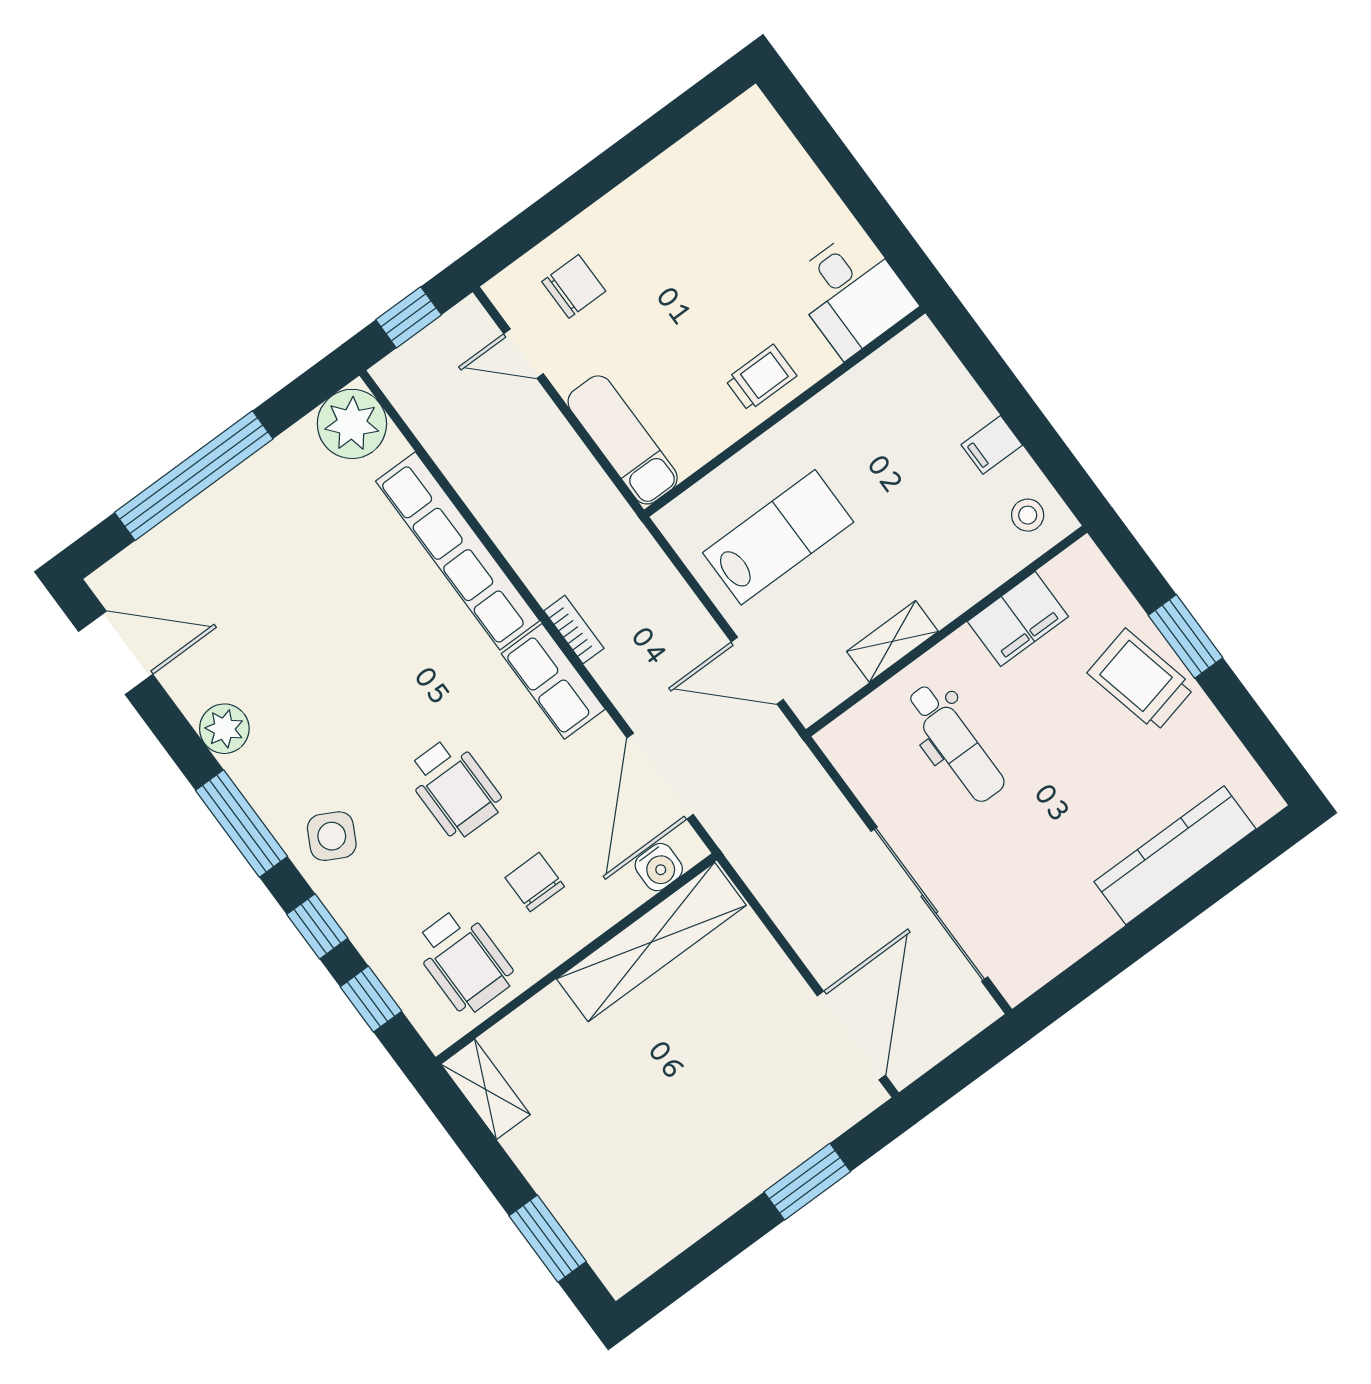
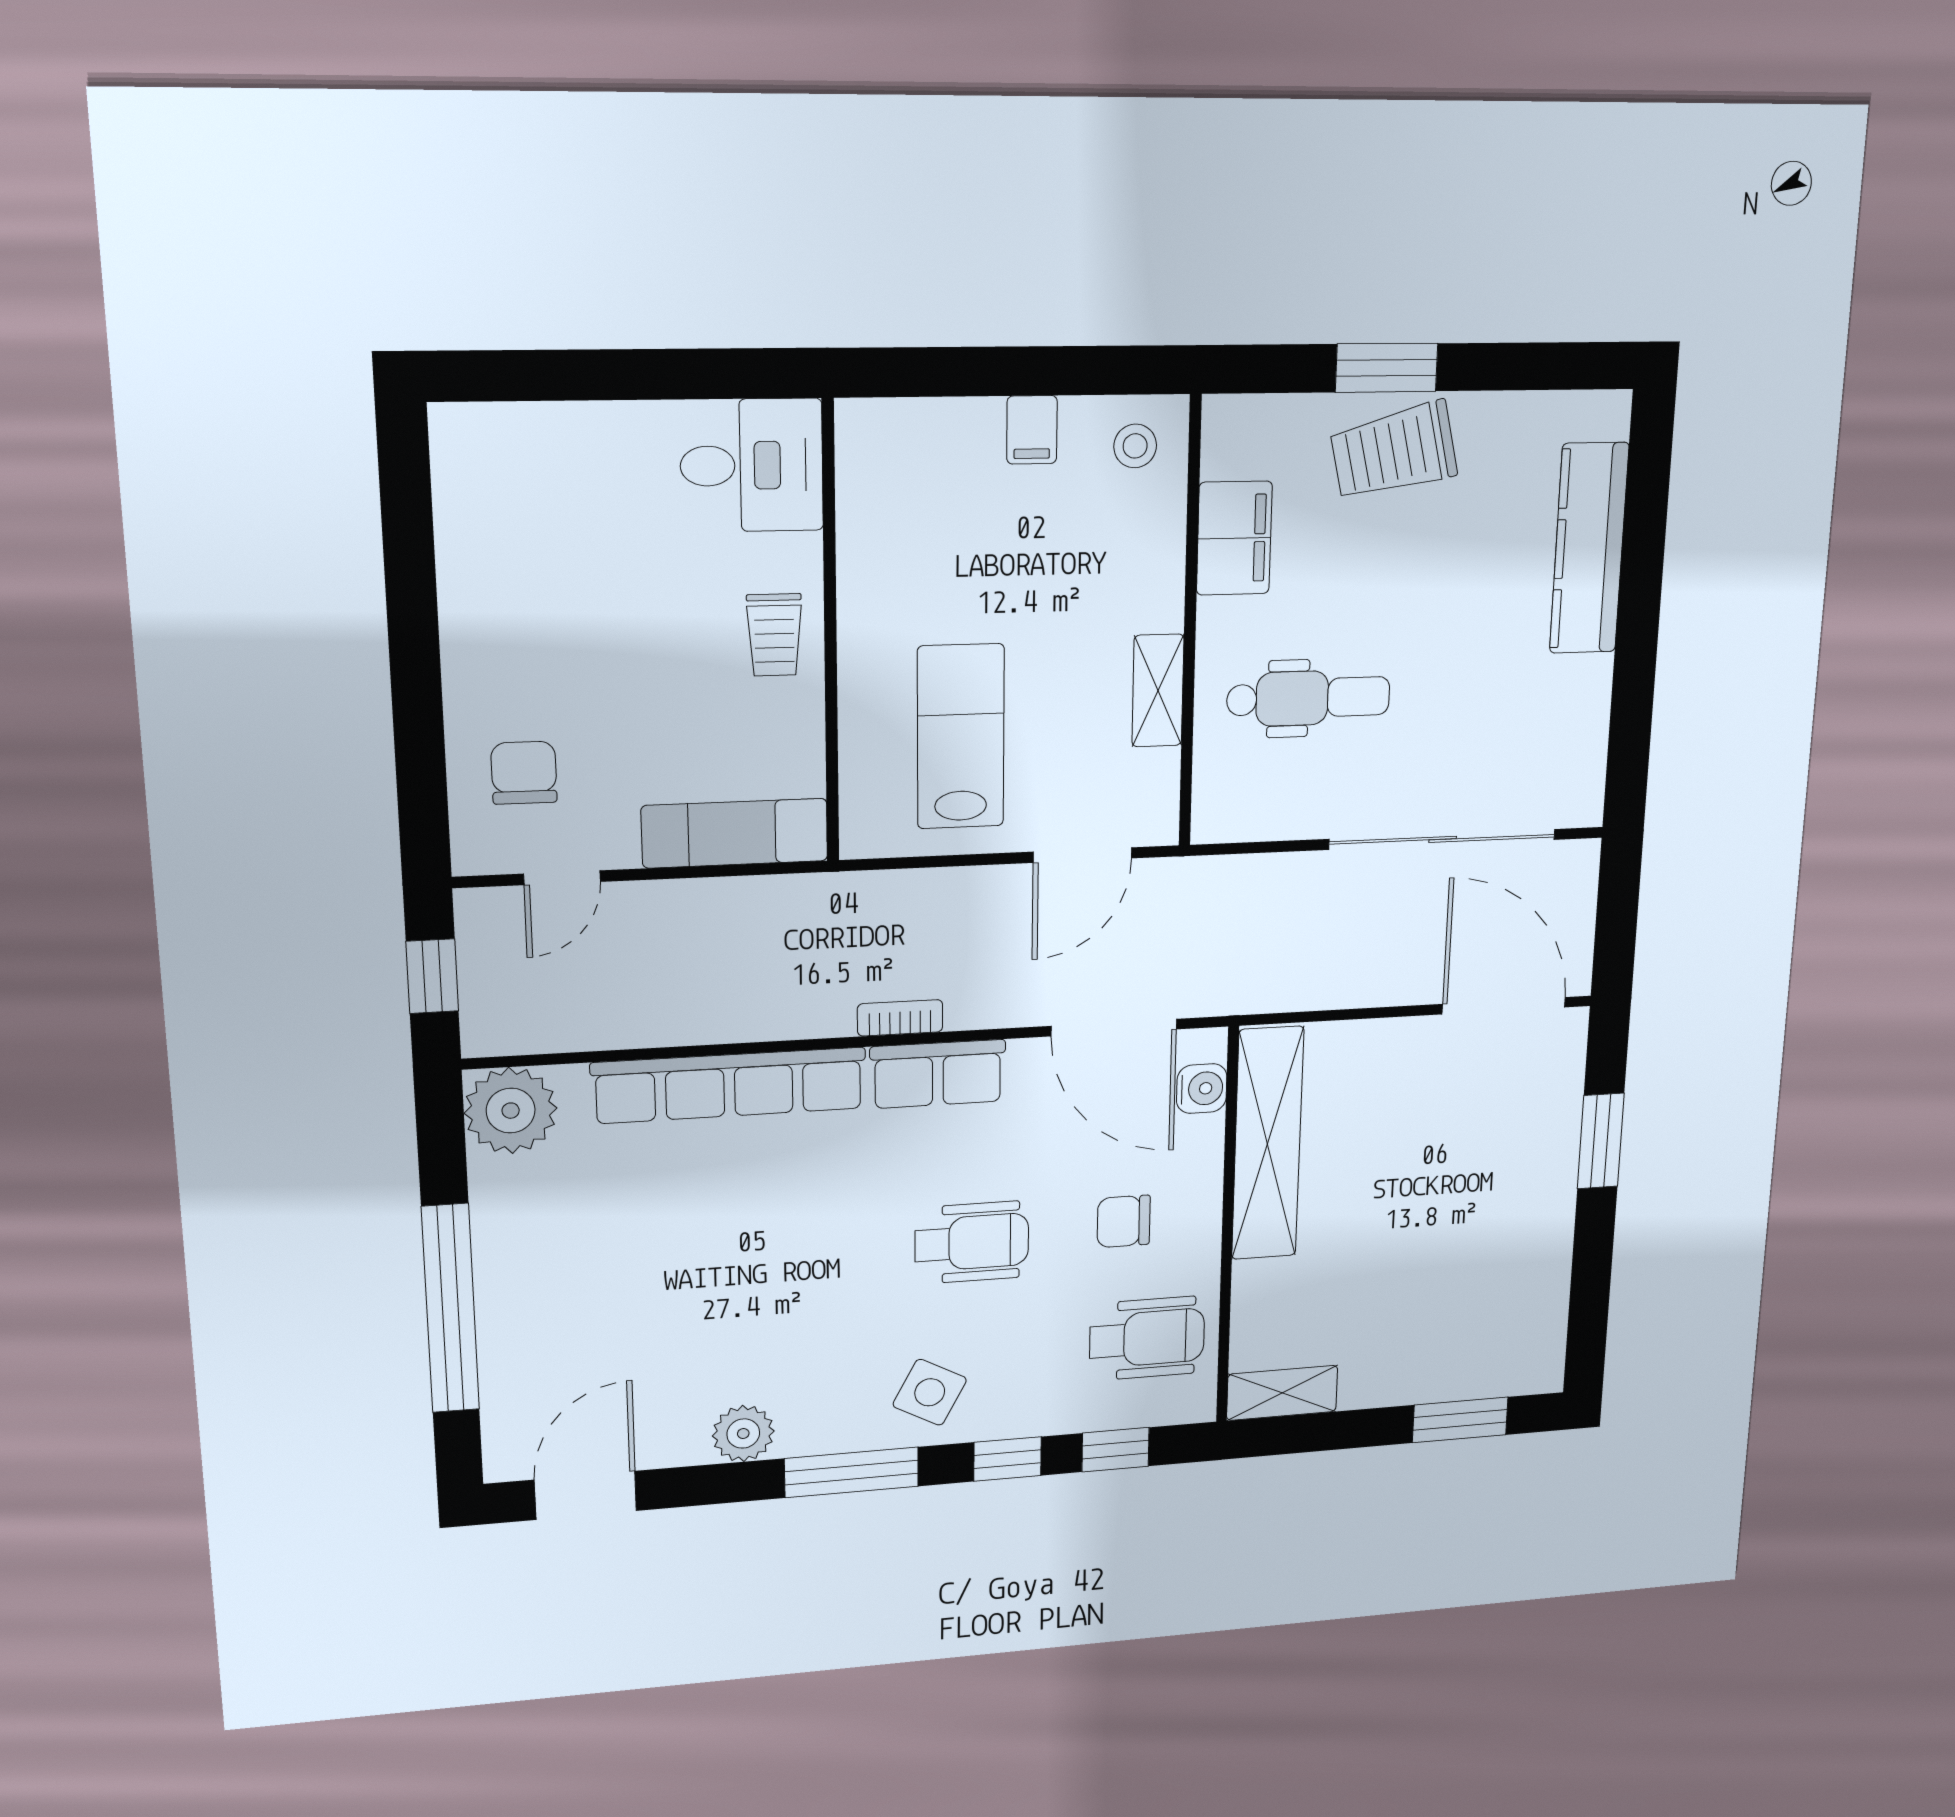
trolley: (761, 378) -> (774, 635), turned 180

